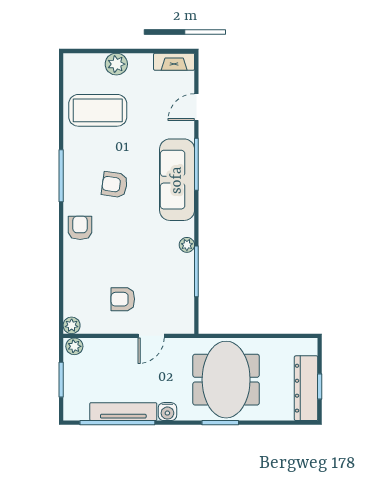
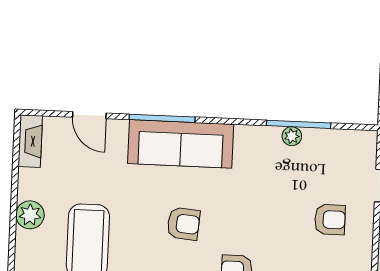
armchair: (115, 185) -> (183, 224), turned -93
plant: (187, 245) -> (292, 136), moved
armchair: (123, 299) -> (330, 220), turned -90

